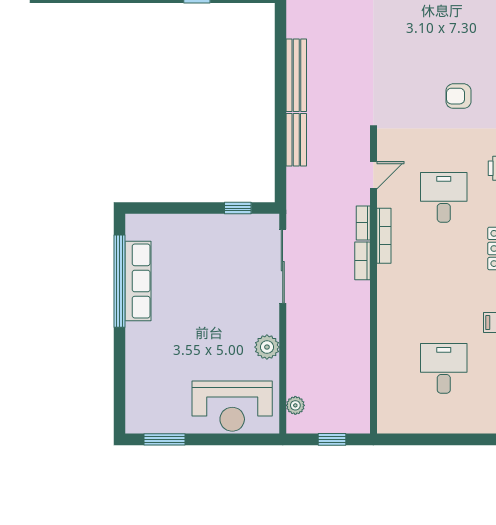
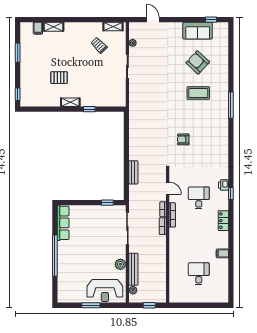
bench: (296, 75) -> (133, 269), moved
armchair: (458, 96) -> (183, 139), moved
door: (373, 175) -> (168, 188), hinge flipped
window: (119, 281) -> (55, 256), moved
row of seats: (138, 281) -> (63, 223), moved
window: (165, 439) -> (91, 305), moved

